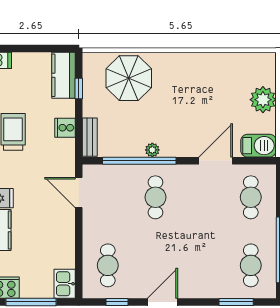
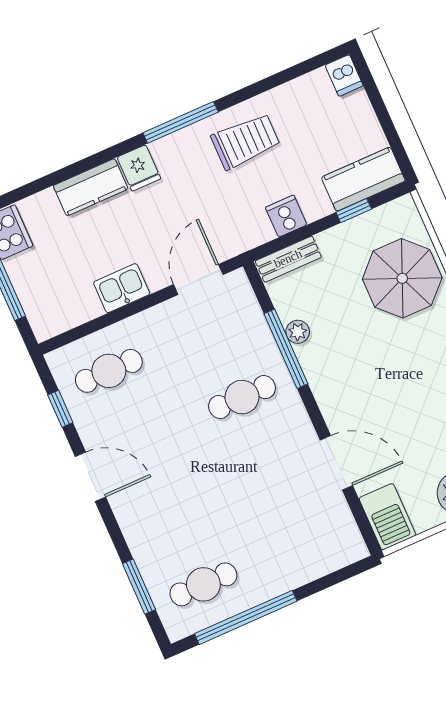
plant: (152, 150) -> (298, 332), moved
window: (139, 161) -> (286, 349), width x0.68
cafe table: (251, 197) -> (305, 539), removed
kitchen sink: (65, 284) -> (122, 288), moved

